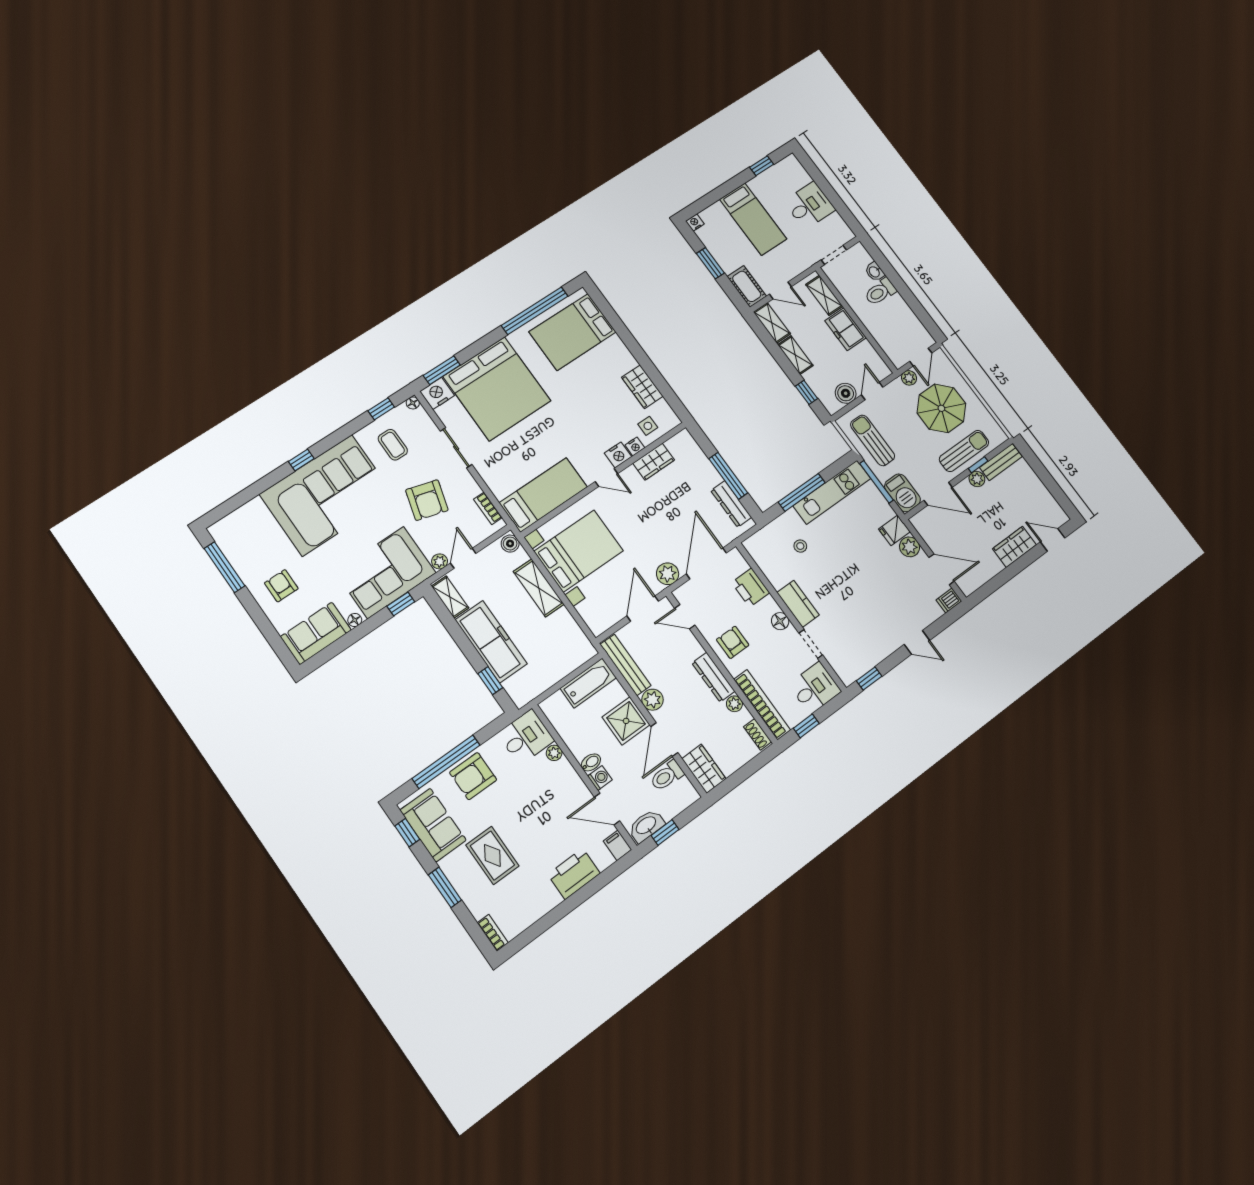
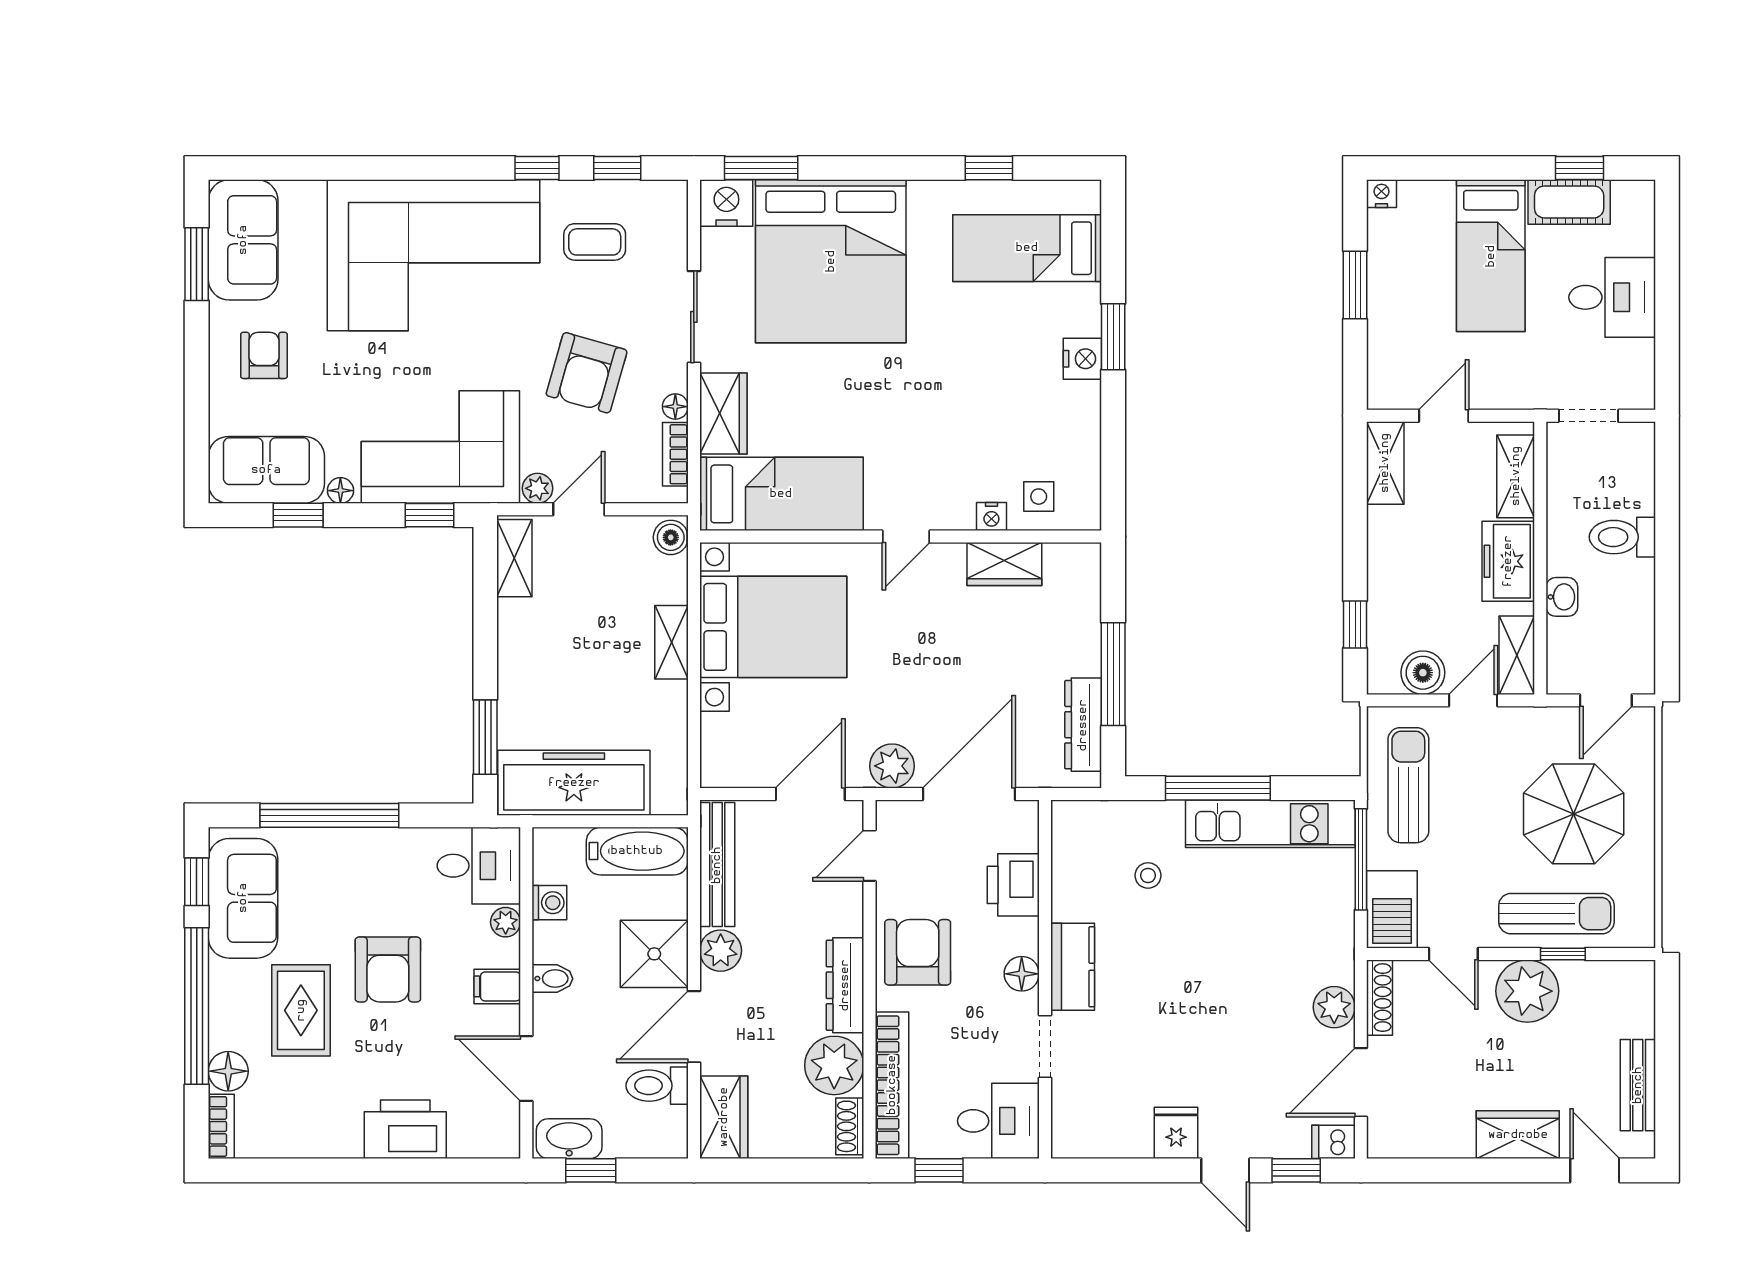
washbasin: (875, 272) -> (1562, 597), moved, turned 180
cot: (747, 286) -> (1569, 202), moved, turned 90
door: (780, 290) -> (1444, 416), swing flipped
window: (535, 311) -> (989, 168), width x0.32
bed: (573, 332) -> (1027, 248), width x0.67
window: (632, 344) -> (1113, 337), added
shelving: (795, 355) -> (1517, 655), moved
plant: (909, 378) -> (1557, 722), removed
wardrobe: (642, 387) -> (723, 413), moved, turned 180
floor lamp: (413, 403) -> (675, 407), moved
coffee table: (393, 445) -> (595, 242), turned 90
nightstand: (618, 455) -> (1082, 359), moved, turned -90
window: (301, 460) -> (537, 168), moved
bench: (1001, 462) -> (1638, 1085), moved, turned 90
door: (606, 478) -> (906, 537), hinge flipped
plant: (977, 479) -> (1527, 991), width x1.88, depth x1.88
door: (938, 494) -> (1453, 954), width x0.73
fridge: (894, 530) -> (1176, 1133), moved, turned 90
shoe rack: (924, 531) -> (1380, 998), added
sofa: (238, 543) -> (243, 240), added
window: (225, 567) -> (197, 264), width x0.69
door: (942, 569) -> (1361, 1082), swing flipped
shelving: (539, 588) -> (671, 642), width x0.67, depth x0.75
door: (685, 617) -> (869, 856), hinge flipped
freezer: (491, 642) -> (574, 783), moved, turned -90
armchair: (733, 642) -> (918, 952), width x1.38, depth x1.38
window: (343, 643) -> (298, 515), added
window: (869, 678) -> (1296, 1170), moved
window: (490, 681) -> (485, 737), width x1.50
plant: (734, 704) -> (834, 1065), width x1.88, depth x1.88
armchair: (473, 776) -> (388, 969), moved, turned -90
washing machine: (600, 778) -> (549, 903), moved
filing cabinet: (618, 845) -> (497, 986), moved, turned -90
window: (445, 887) -> (197, 1006), width x2.11
floor lamp: (479, 906) -> (228, 1071), added

